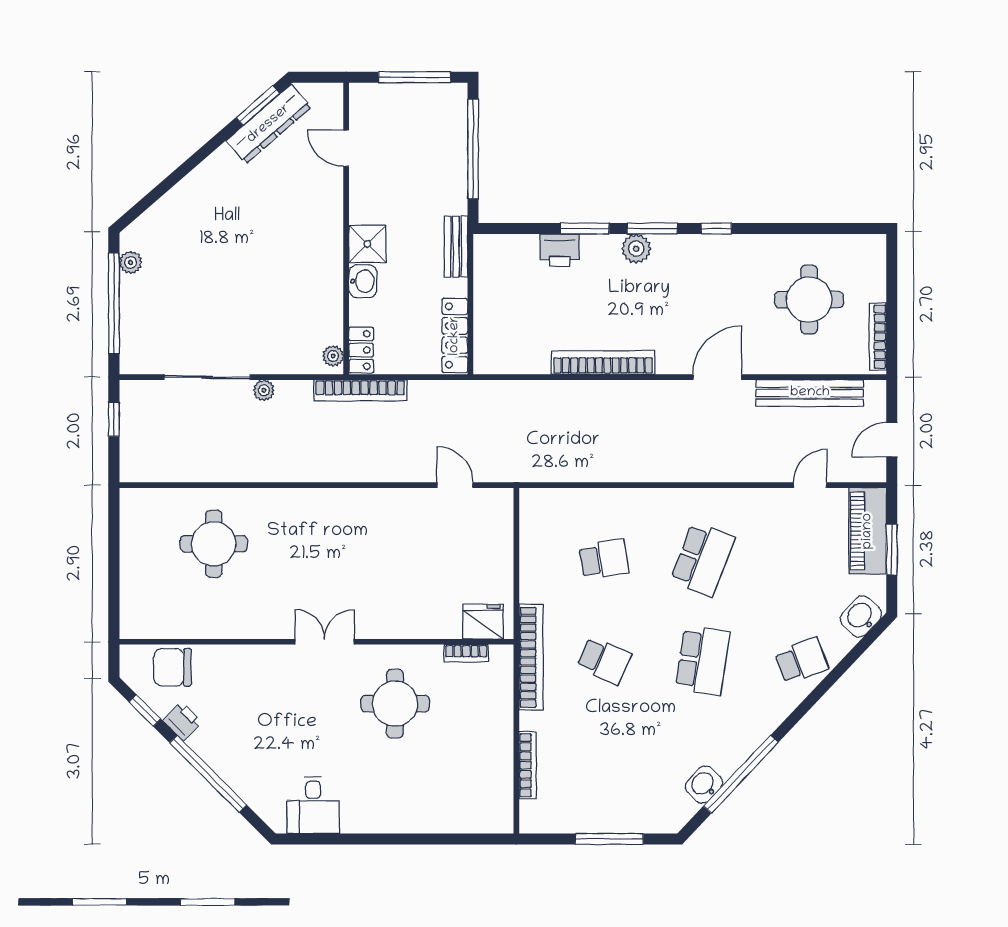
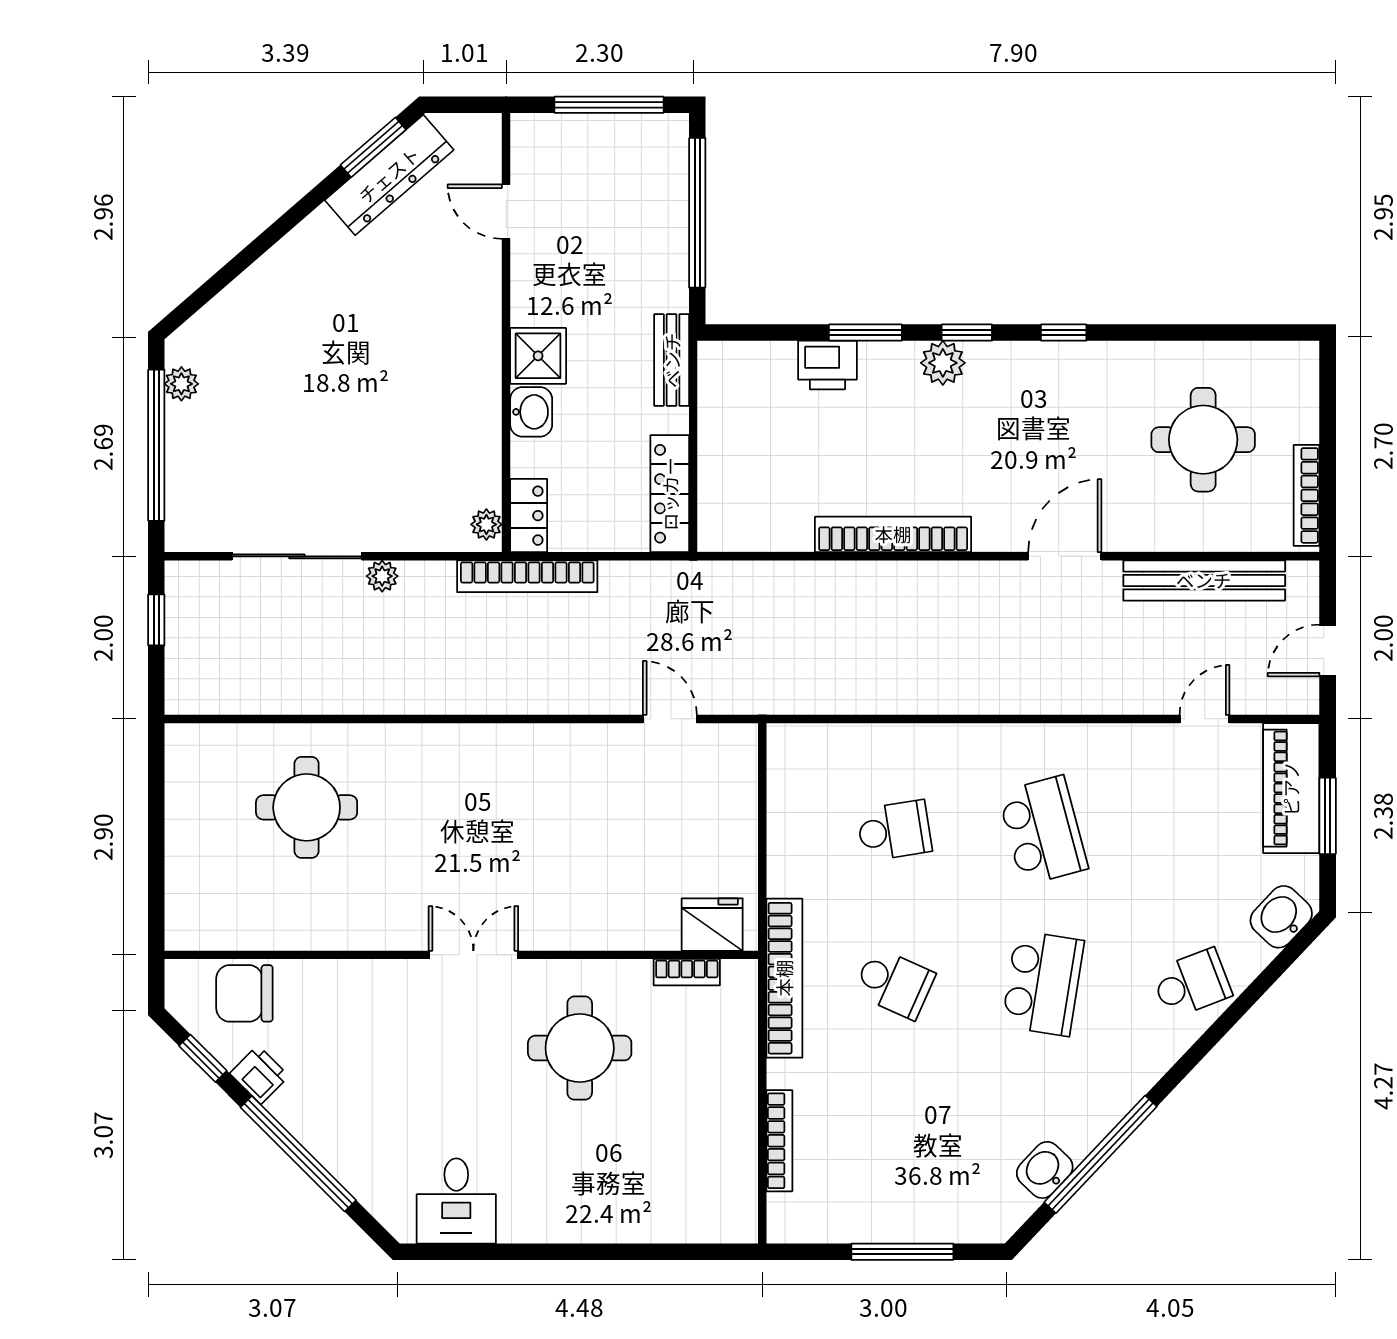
window: (652, 229) -> (967, 333), width x0.67
school desk: (703, 559) -> (1043, 831), turned -36

